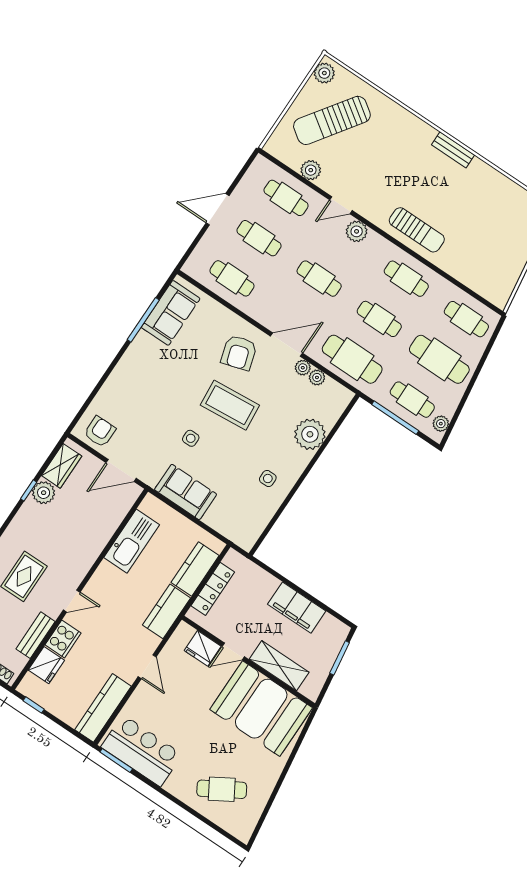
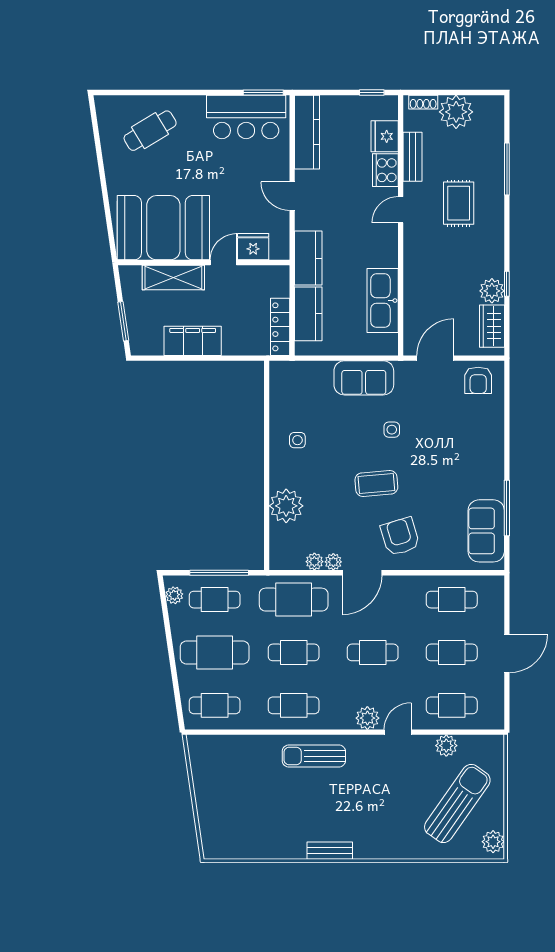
coffee table: (230, 405) -> (376, 483), width x0.73, depth x0.76
locker: (213, 589) -> (280, 327), moved

